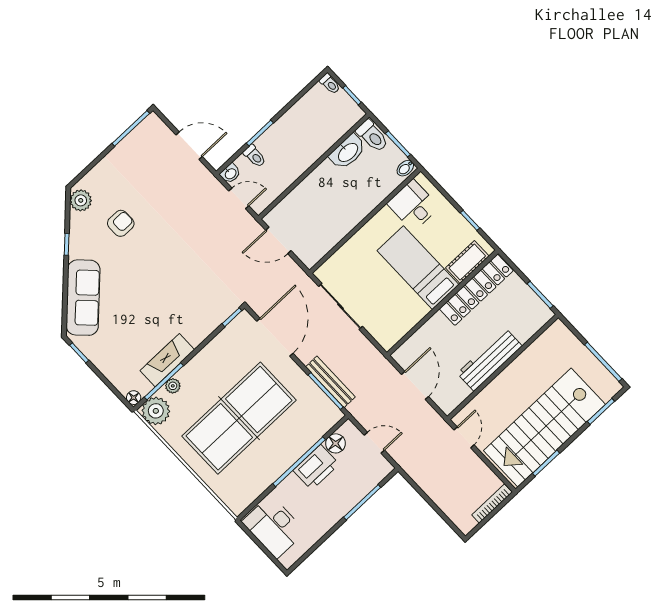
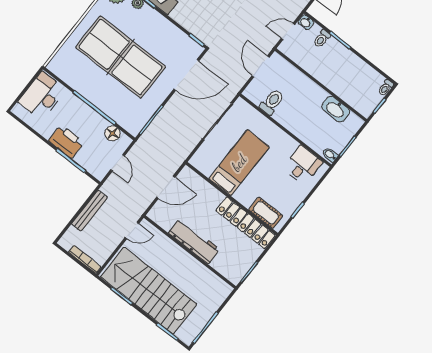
toilet: (372, 136) -> (272, 102), moved, turned 180
door: (239, 198) -> (288, 32), swing flipped
bed: (418, 268) -> (239, 163), moved
bench: (330, 382) -> (90, 211), moved
printer: (316, 467) -> (66, 142), moved, turned 180

